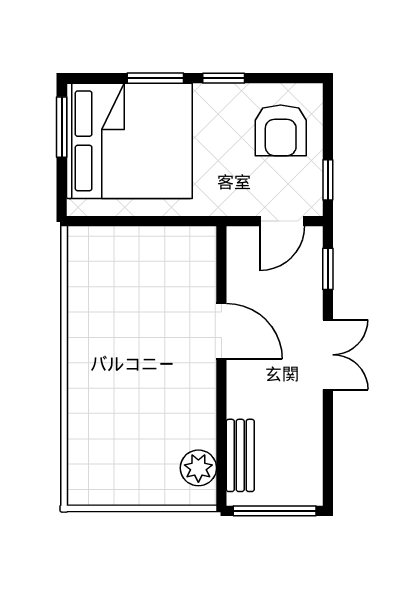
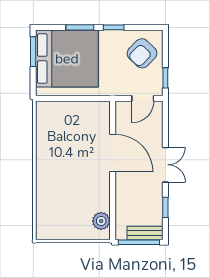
armchair: (281, 130) -> (142, 53), turned 44
window: (328, 269) -> (165, 207), moved
door: (221, 331) -> (113, 153), width x1.36
bench: (240, 455) -> (145, 233), moved, turned 90

